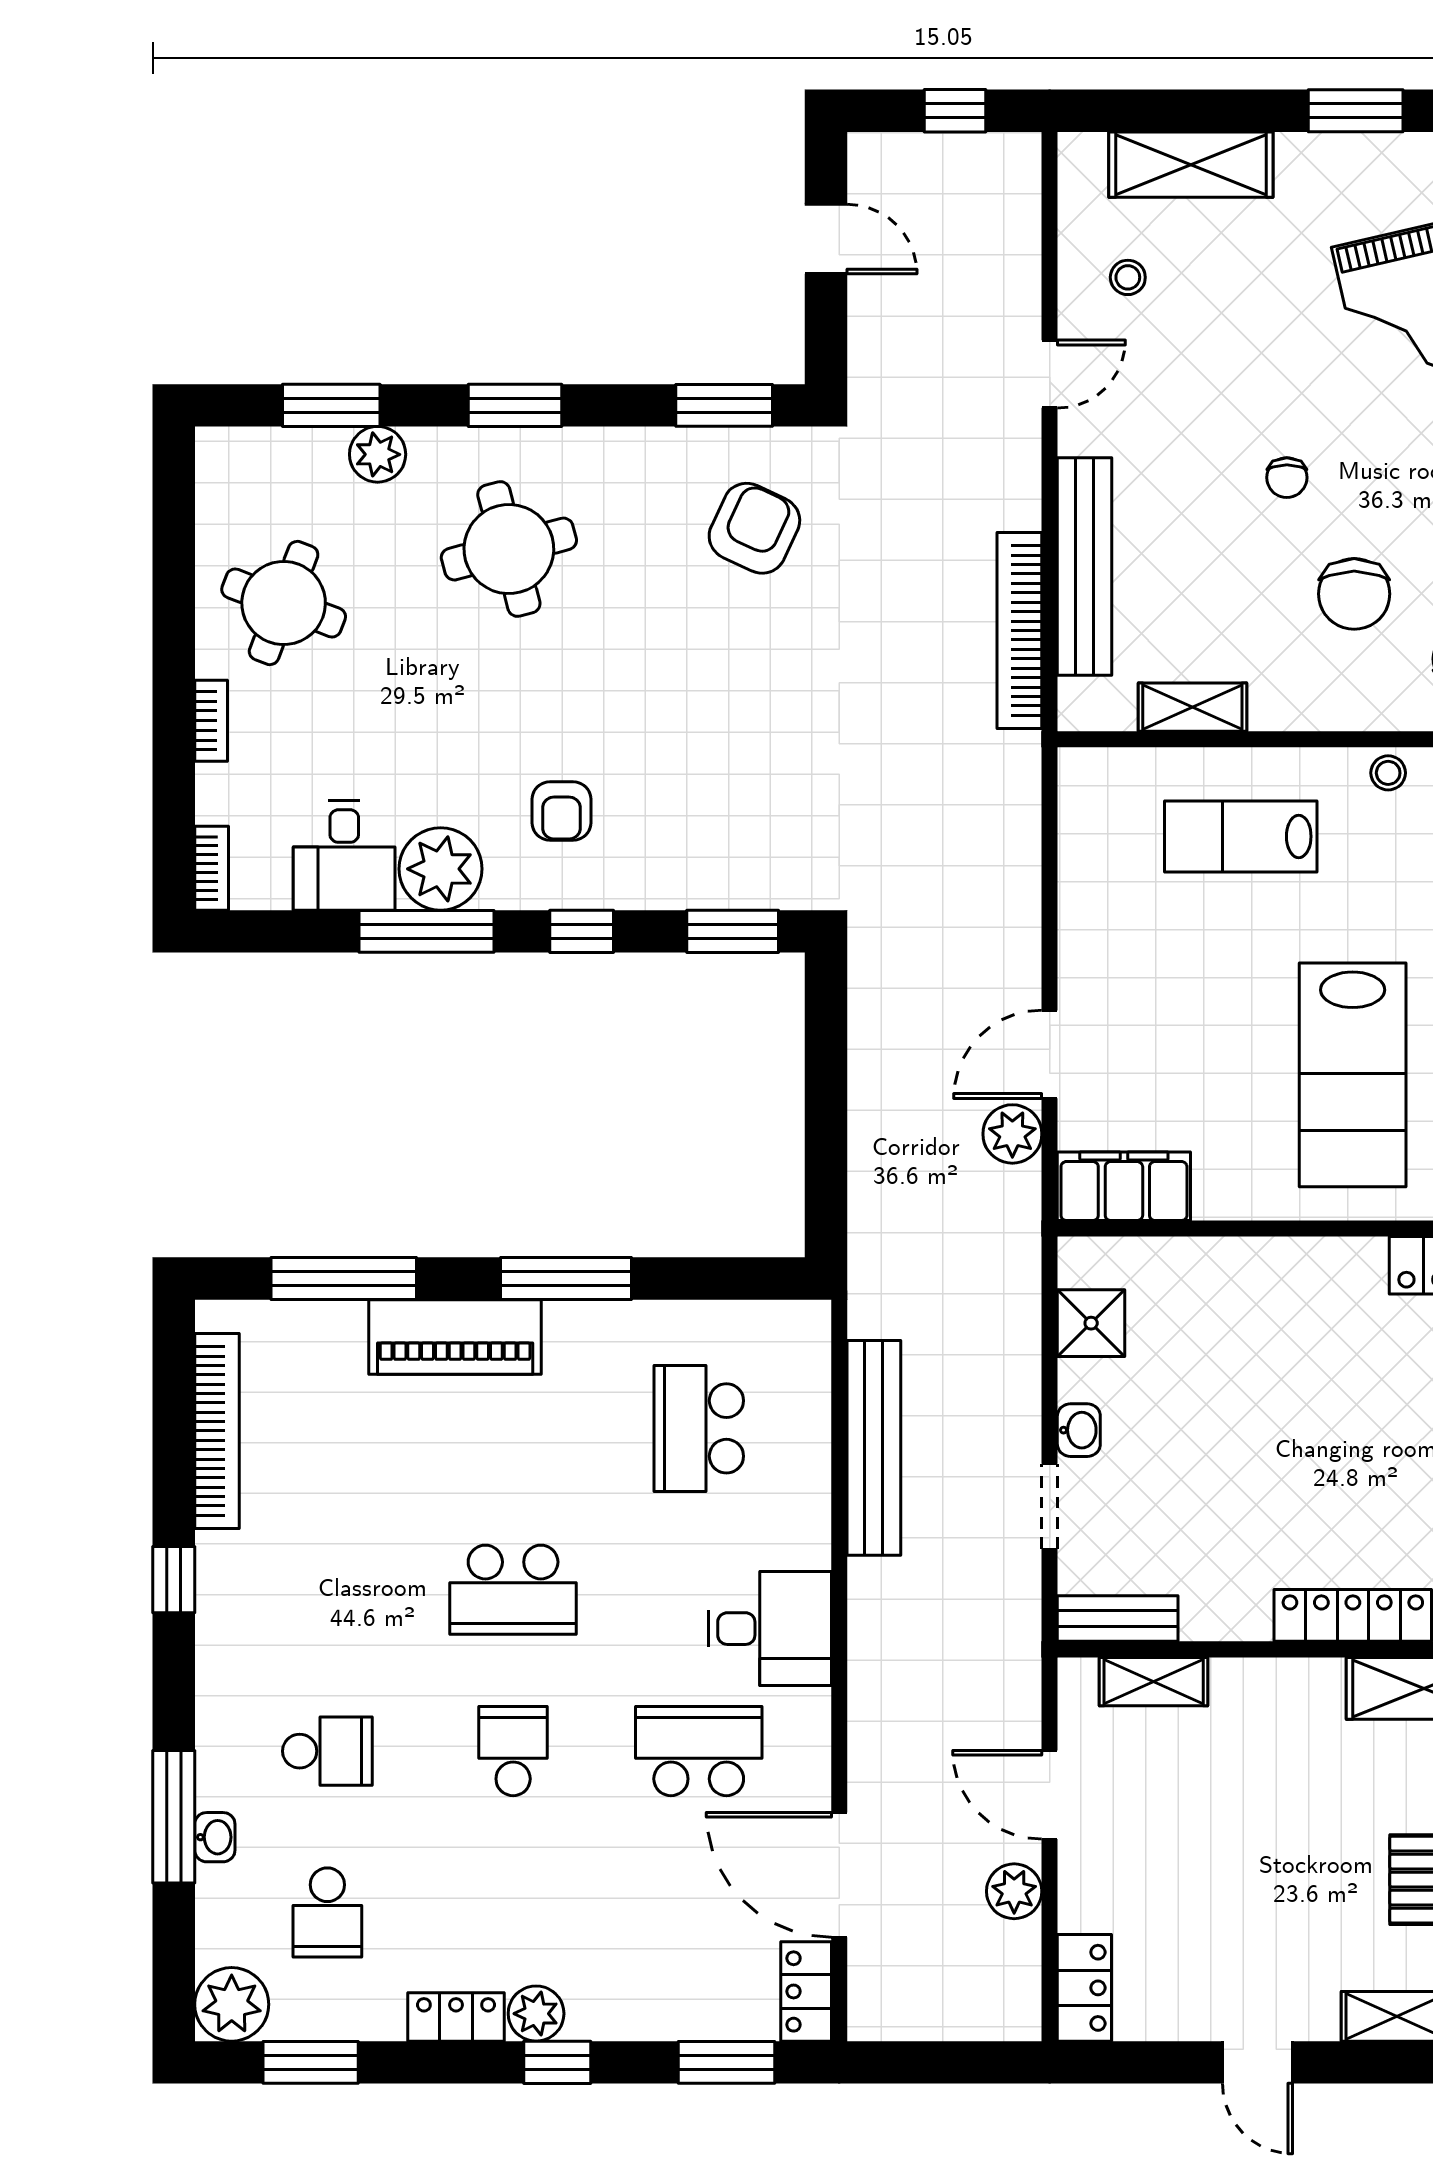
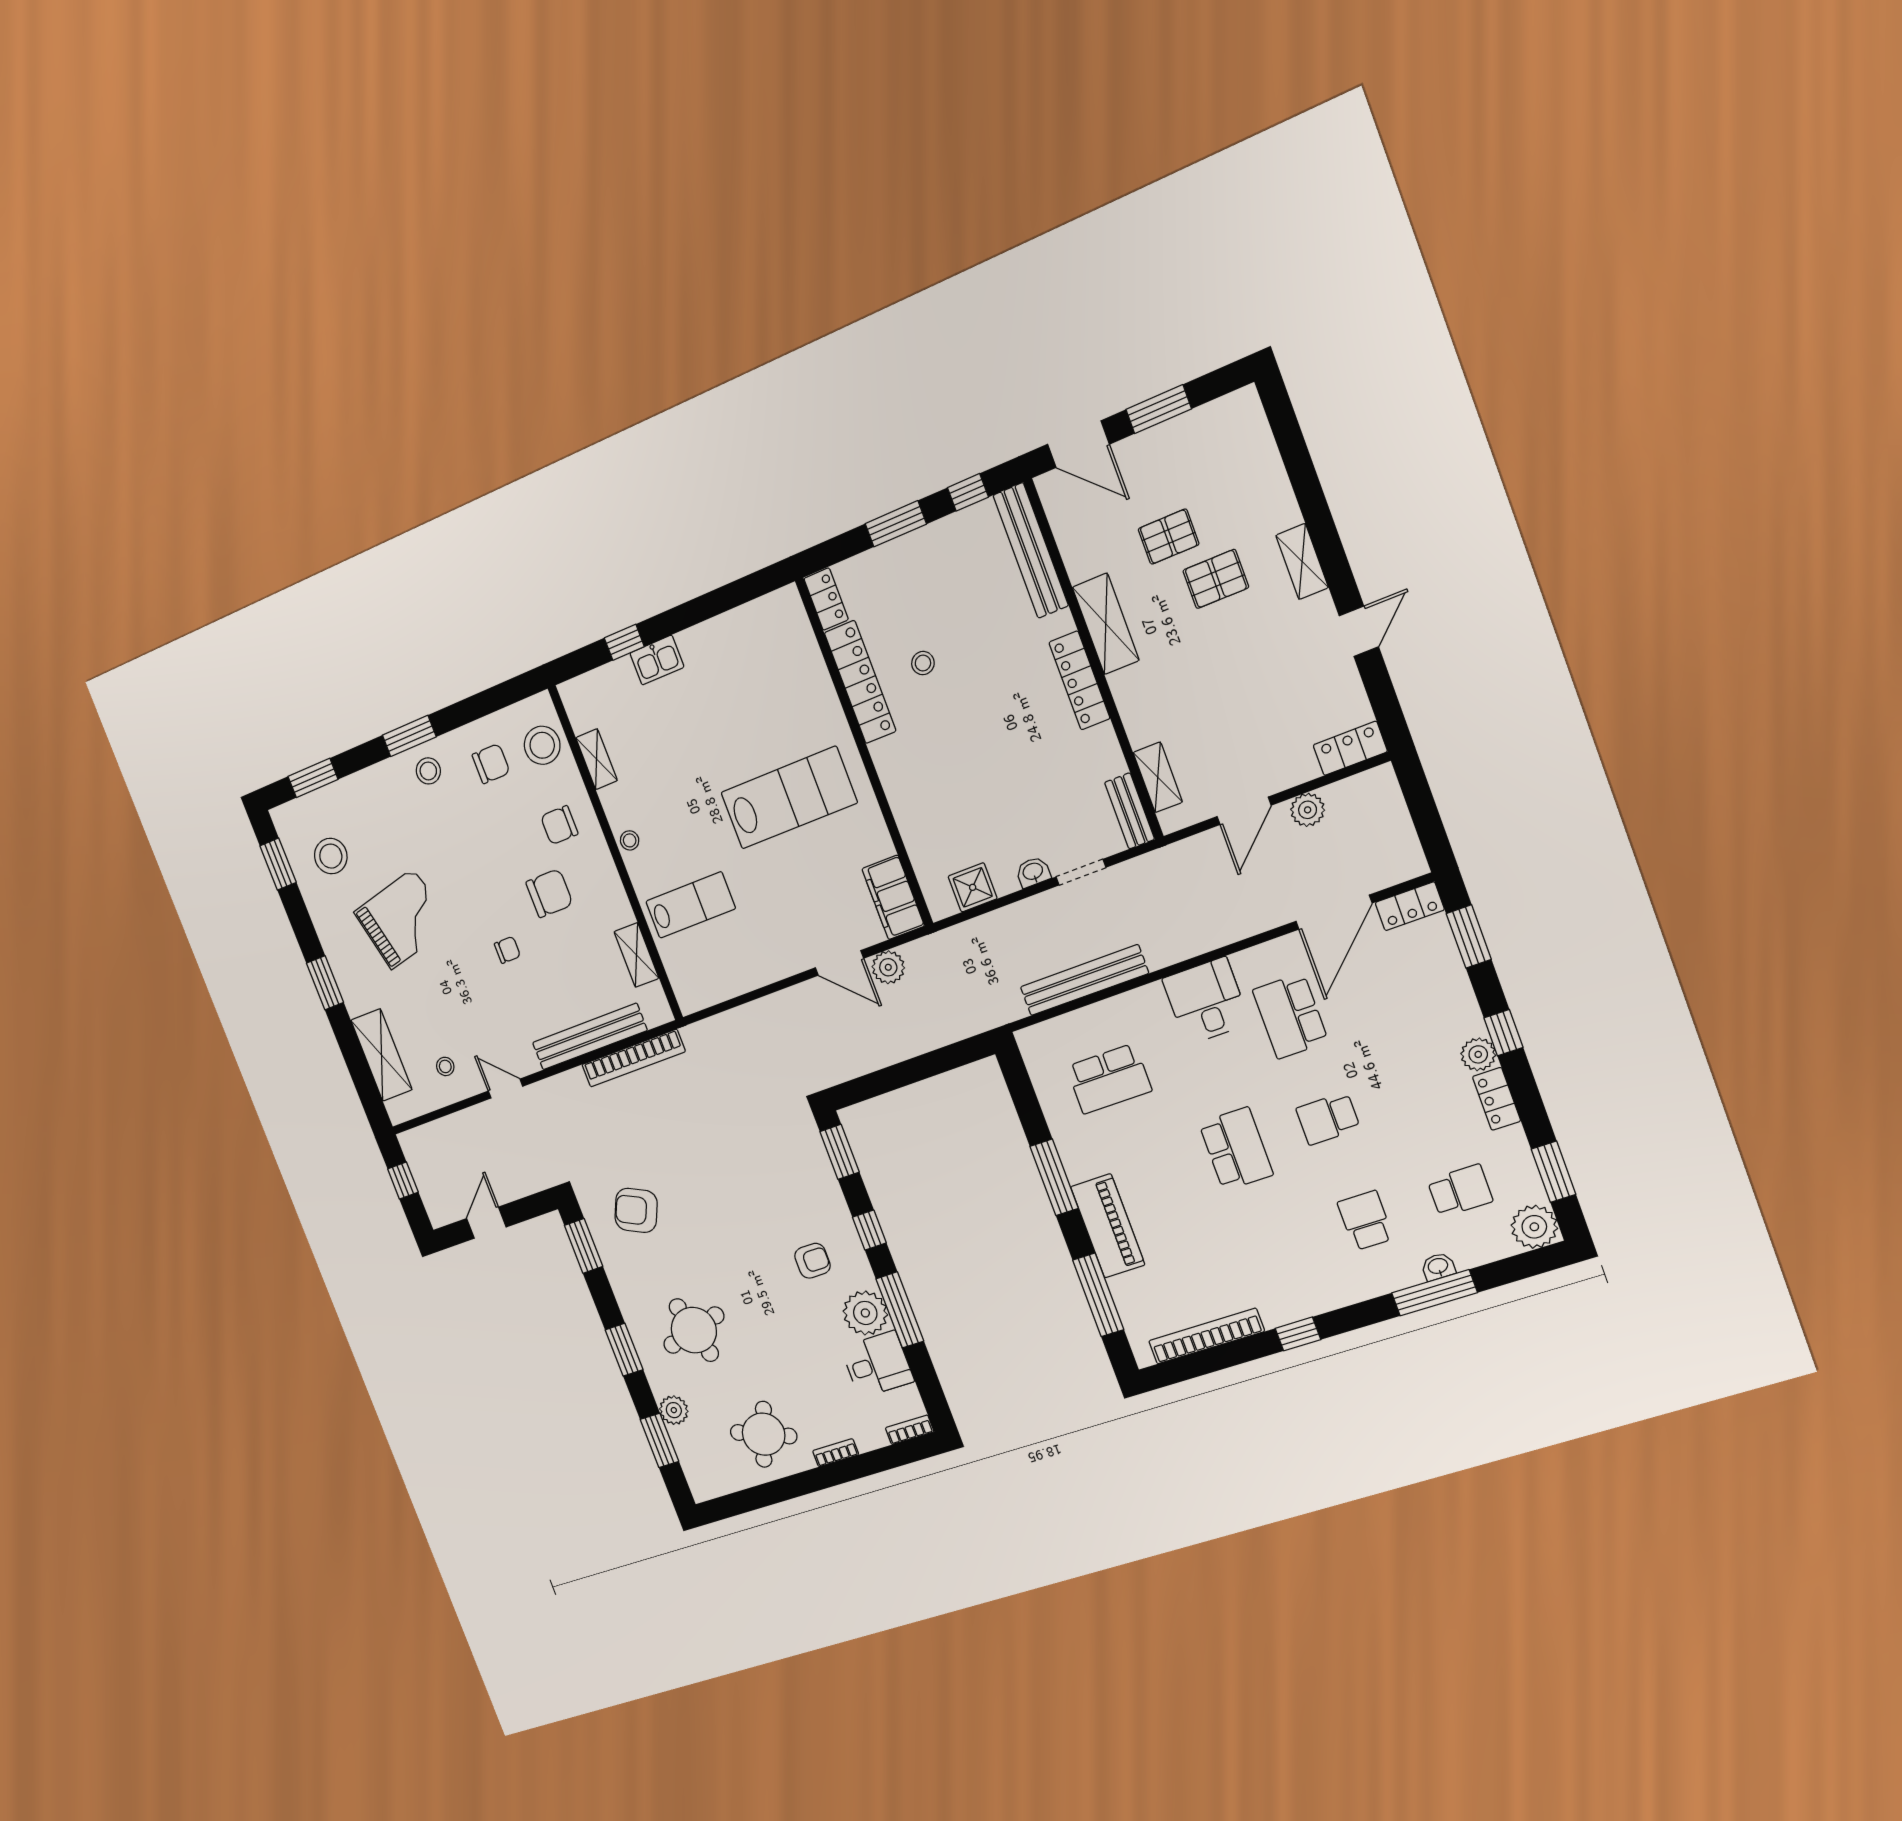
lab bench: (1241, 836) -> (691, 905), turned -90

